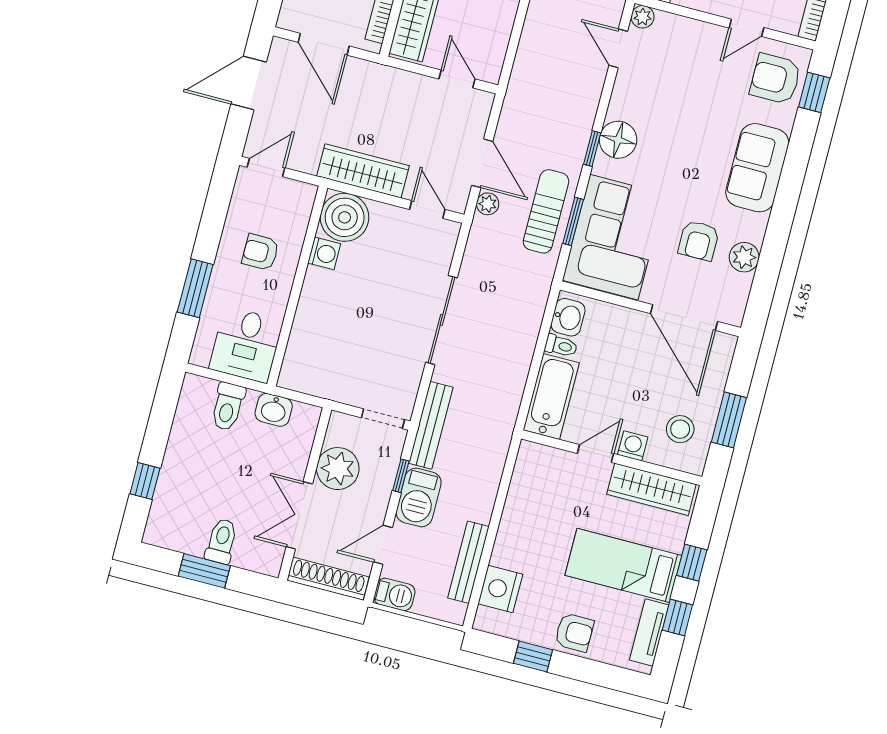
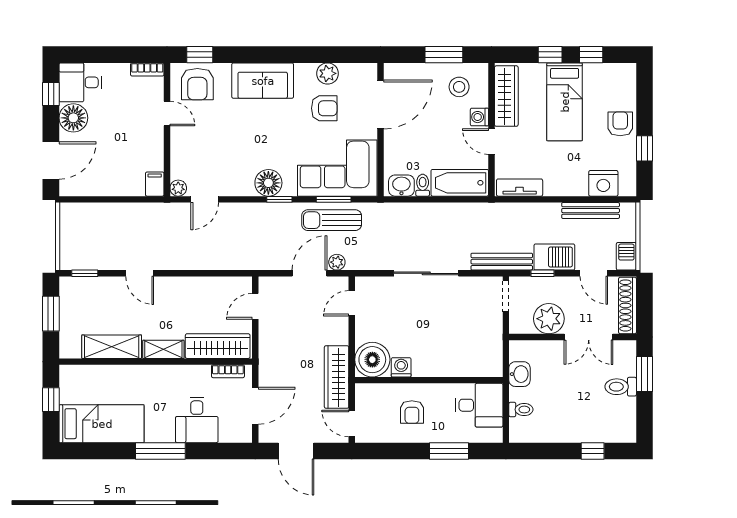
wardrobe: (363, 171) -> (337, 377), moved
toilet: (228, 406) -> (521, 410), width x0.73, depth x0.72
window: (204, 571) -> (644, 374), moved
tv unit: (649, 633) -> (520, 188), moved, turned 180

